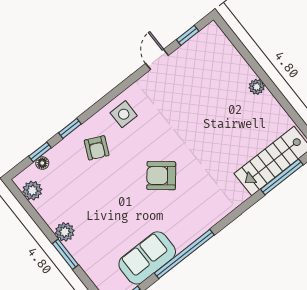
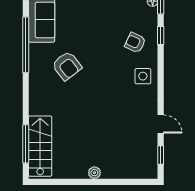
armchair: (161, 176) -> (67, 66), moved, turned 103

